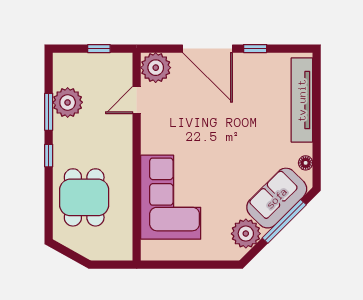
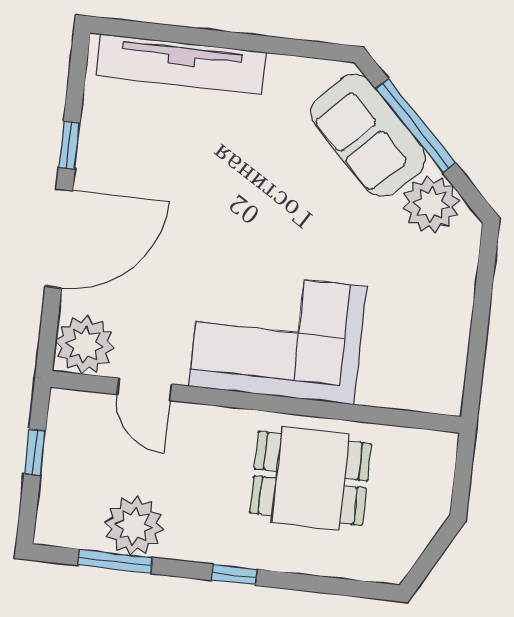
window: (49, 112) -> (115, 561), moved
floor lamp: (306, 163) -> (305, 71), removed
dining table: (84, 197) -> (310, 478), moved
corner sofa: (171, 197) -> (278, 337), moved

